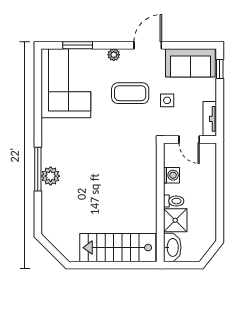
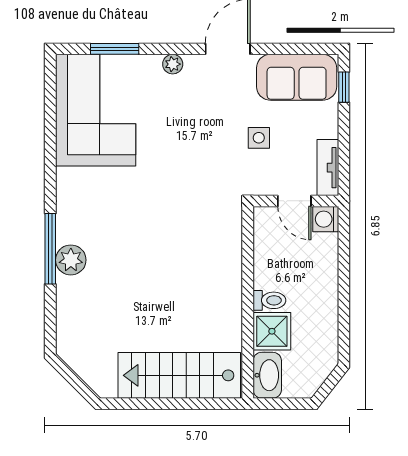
coffee table: (130, 93) -> (199, 126), removed
washing machine: (171, 175) -> (326, 219), moved, turned 180

